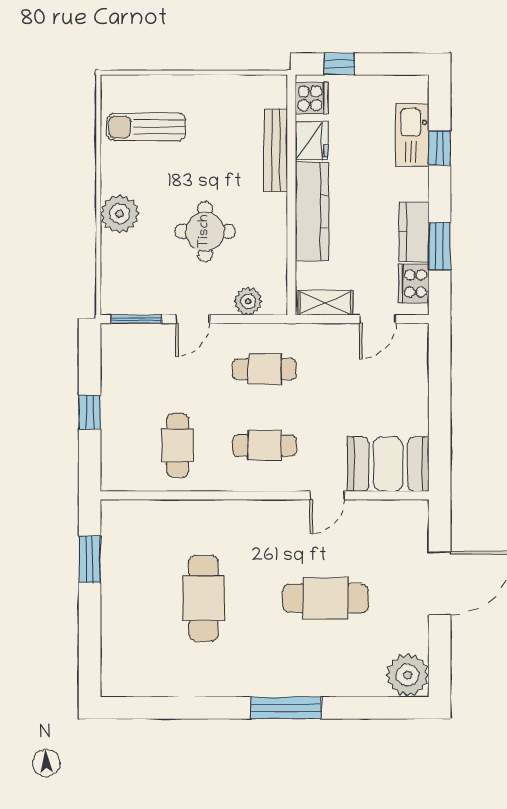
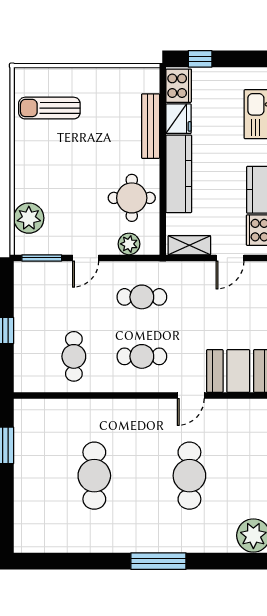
cooker: (312, 98) -> (179, 86), width x1.36
plant: (120, 214) -> (29, 218), moved
round table: (205, 231) -> (132, 198), moved
cafe table: (326, 598) -> (189, 476), turned 90

